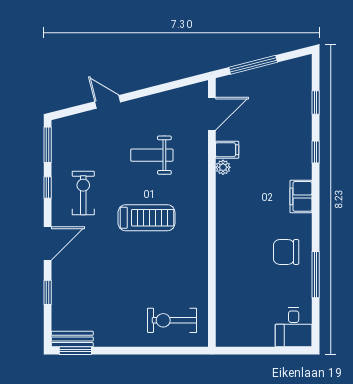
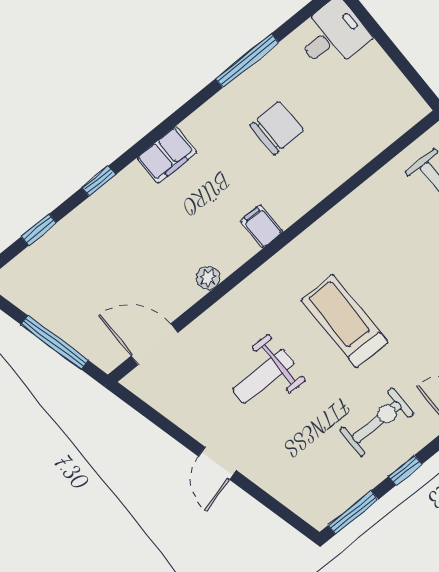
door: (108, 102) -> (217, 463), moved
filing cabinet: (227, 150) -> (262, 226), moved
weight bench: (152, 155) -> (264, 376), turned 90
exercise bike: (83, 193) -> (377, 422), turned 180
chair: (286, 252) -> (277, 128), moved, turned -91

